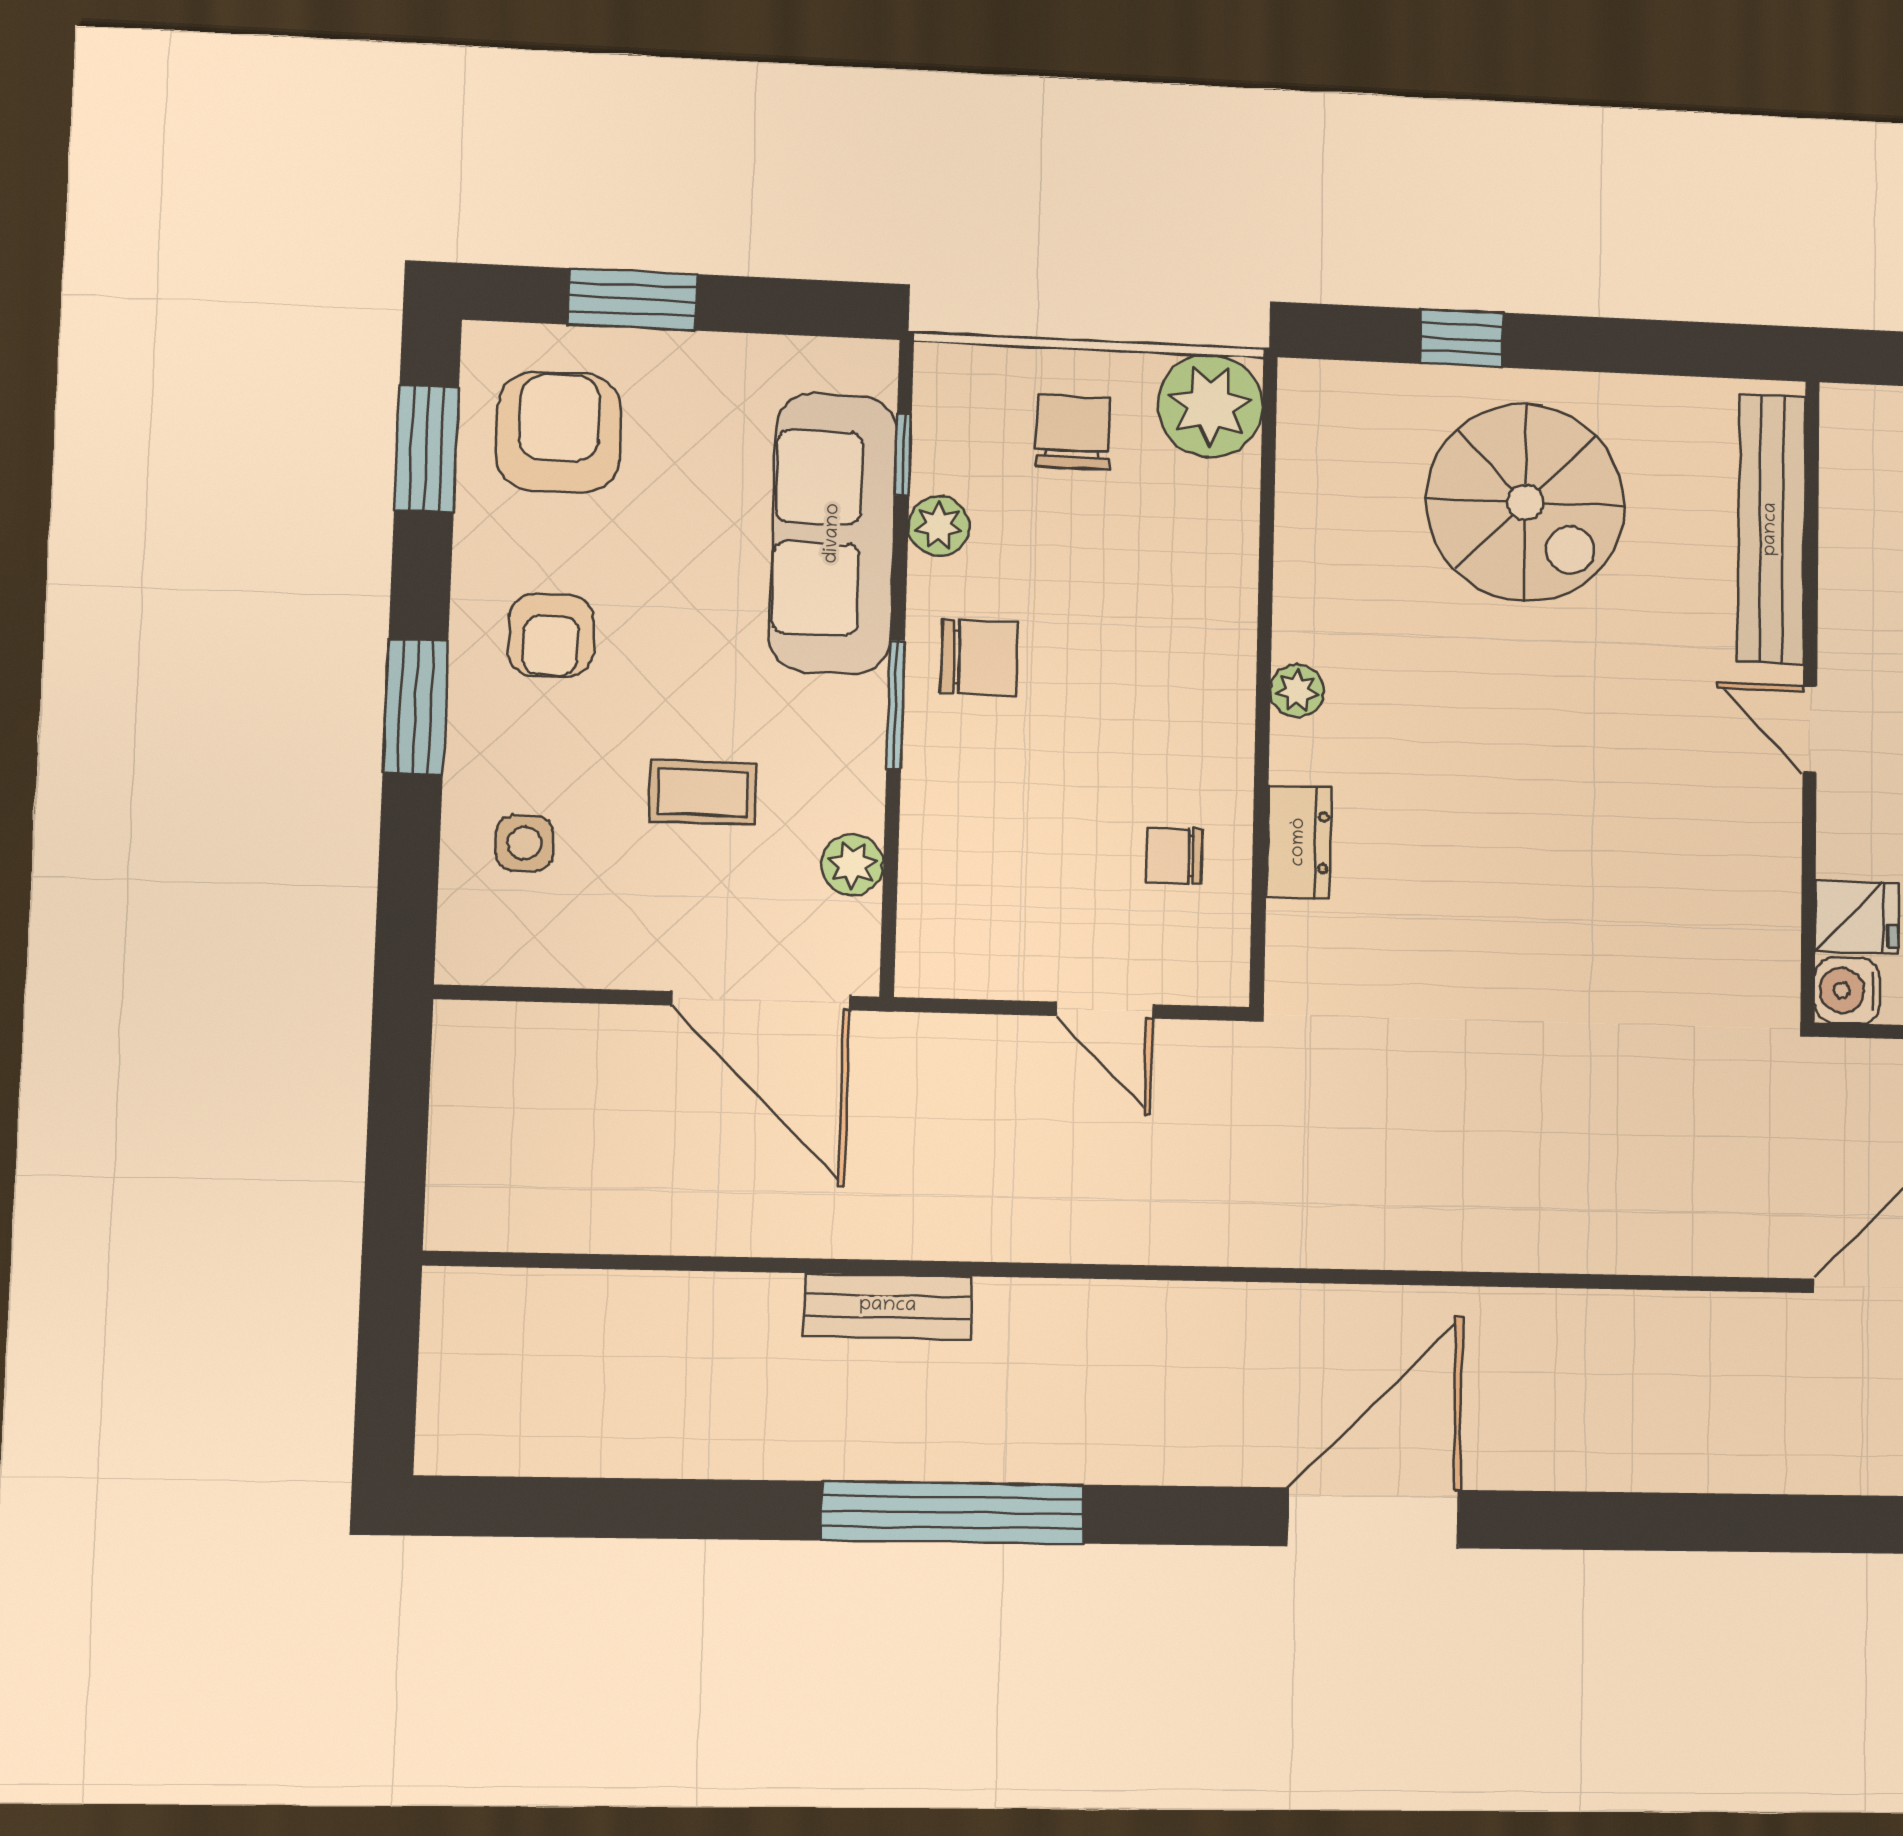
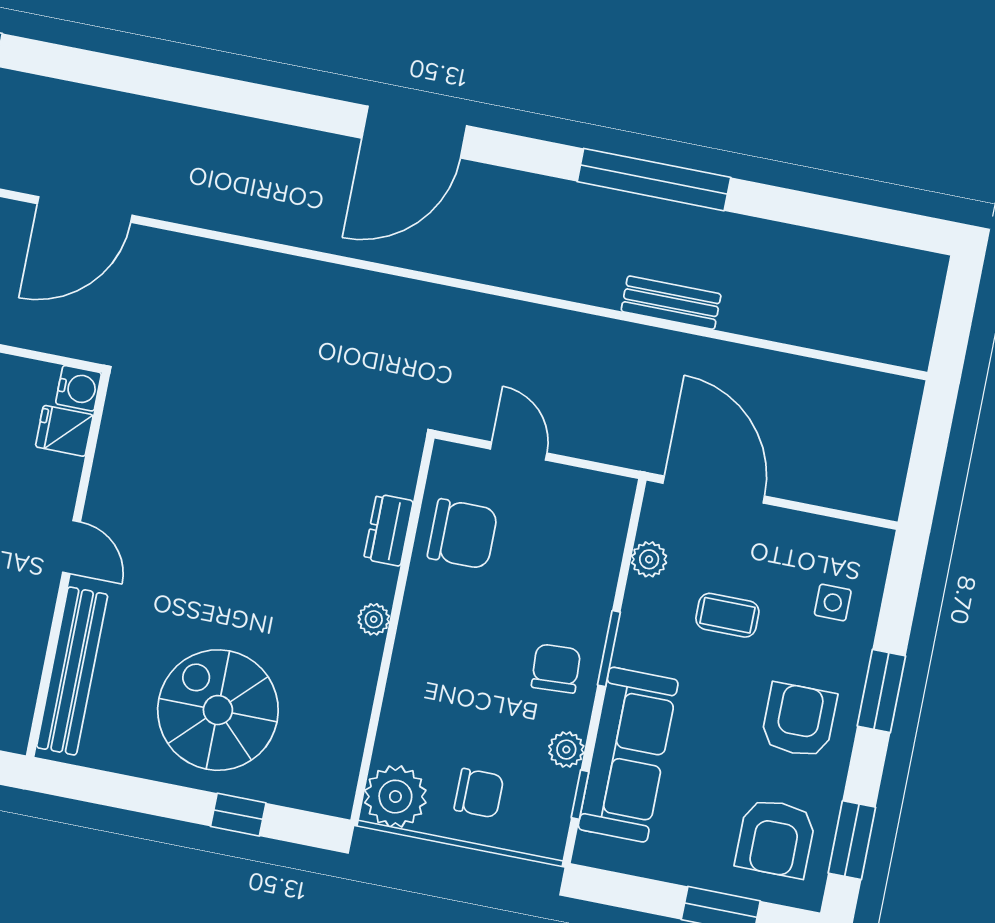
chair: (1073, 432) -> (479, 793), turned -90
armchair: (551, 635) -> (799, 720), width x1.38, depth x1.38
chair: (979, 657) -> (556, 668), turned 87
chair: (1174, 856) -> (463, 534), width x1.87, depth x1.87

